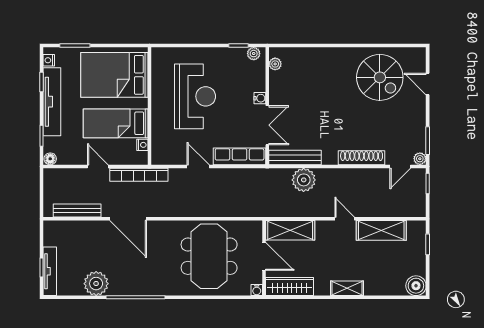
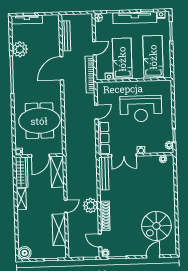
bed: (114, 75) -> (153, 57), width x0.67
plant: (304, 180) -> (91, 205), moved
shelving: (347, 288) -> (21, 199), moved

